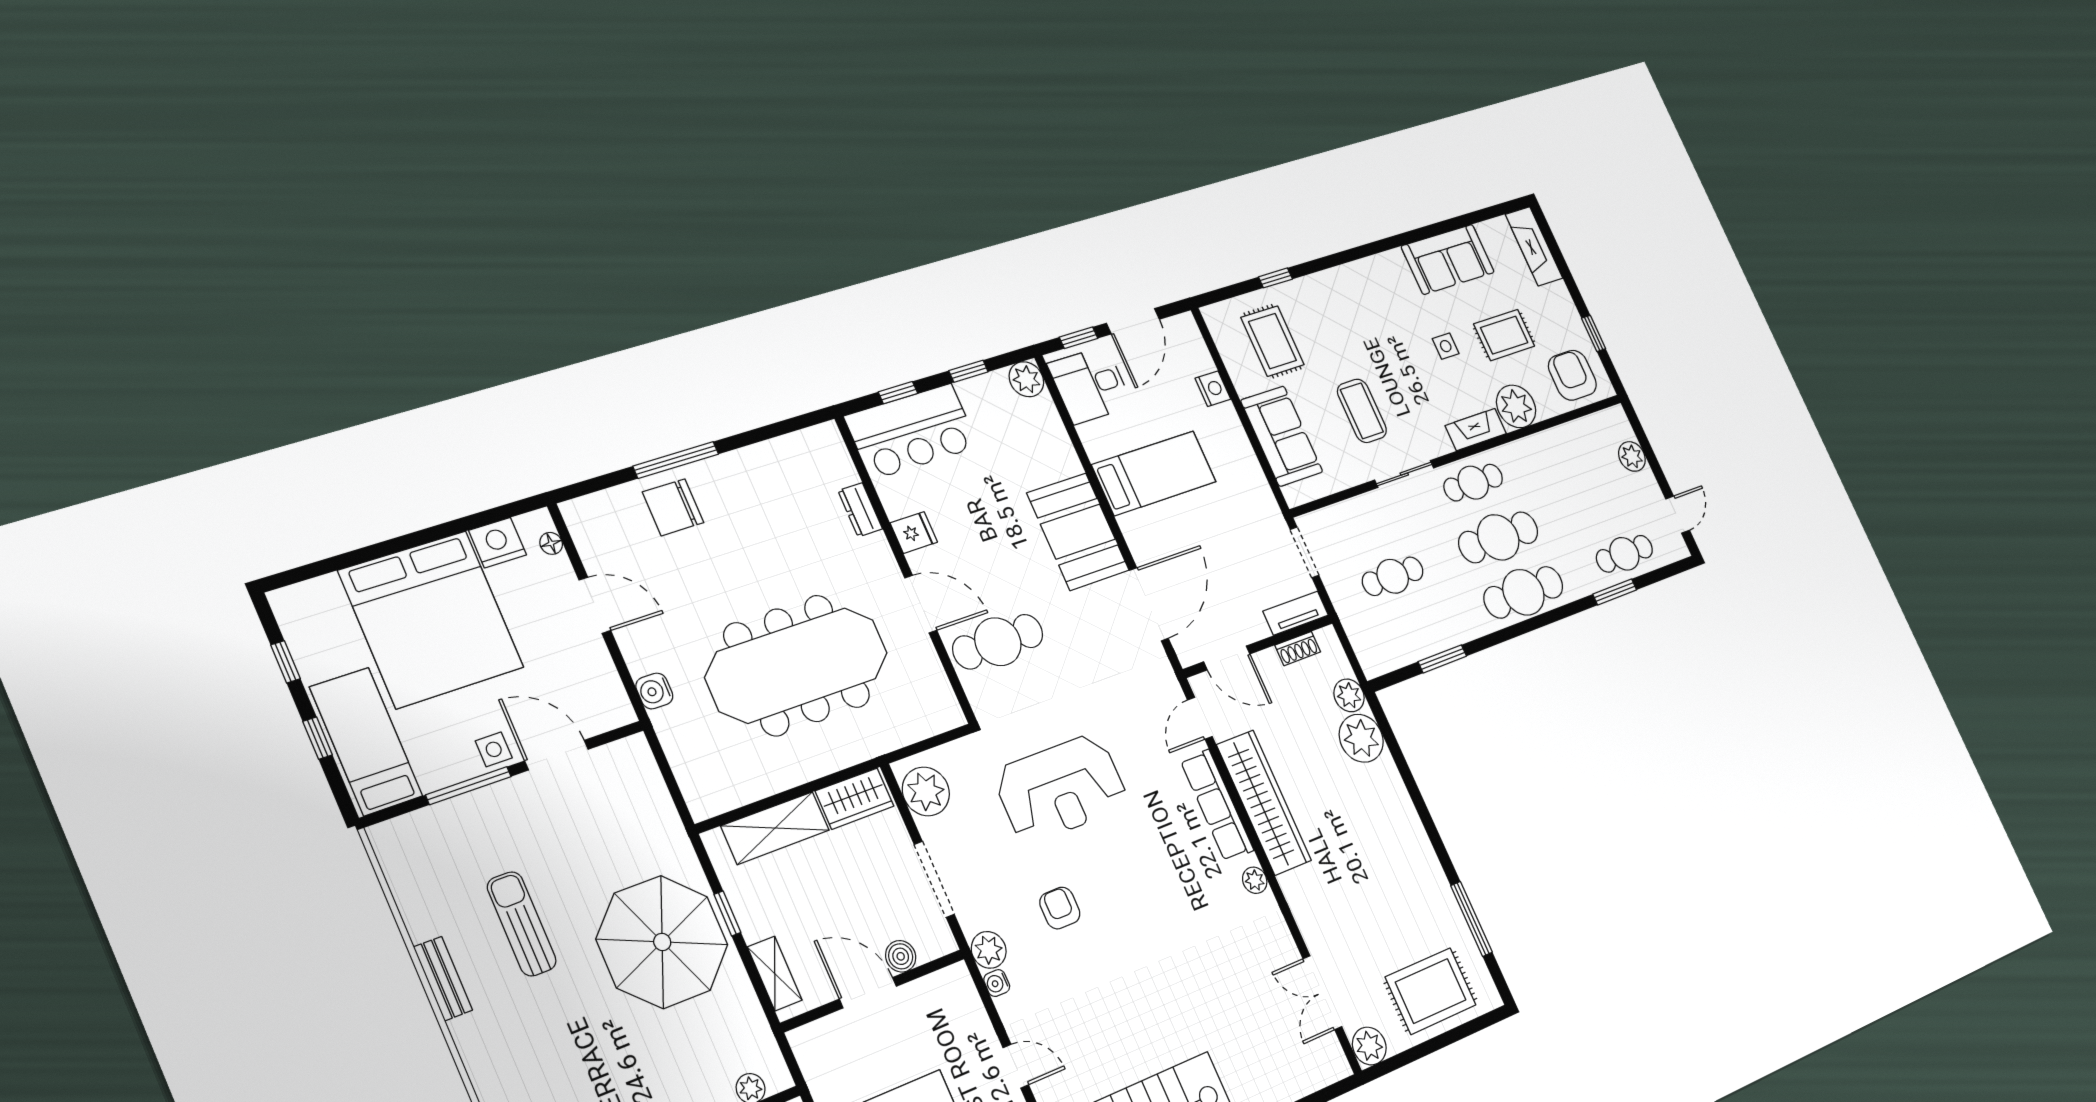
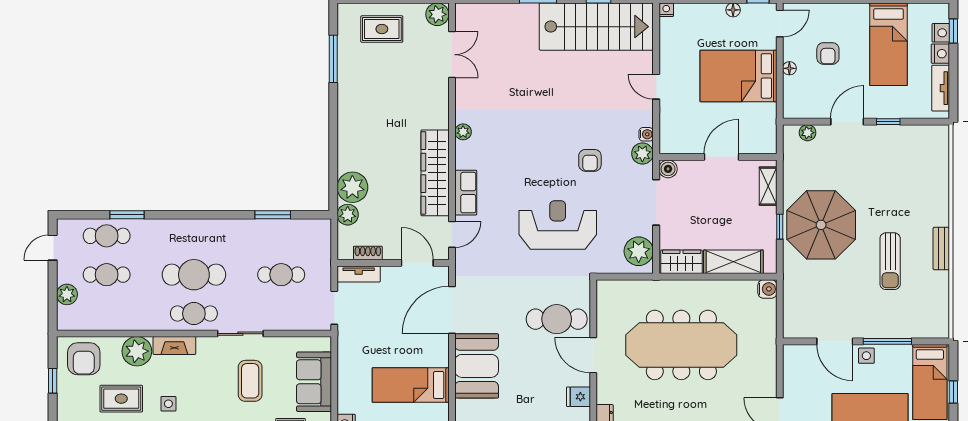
cafe table: (1523, 592) -> (107, 275), moved, width x0.73, depth x0.74
water cooler: (654, 691) -> (767, 289), moved
row of seats: (1217, 805) -> (466, 193), width x0.68
boiler: (901, 956) -> (668, 169), moved
rug: (1431, 991) -> (382, 29), width x0.73, depth x0.70
door: (868, 993) -> (721, 157), swing flipped

